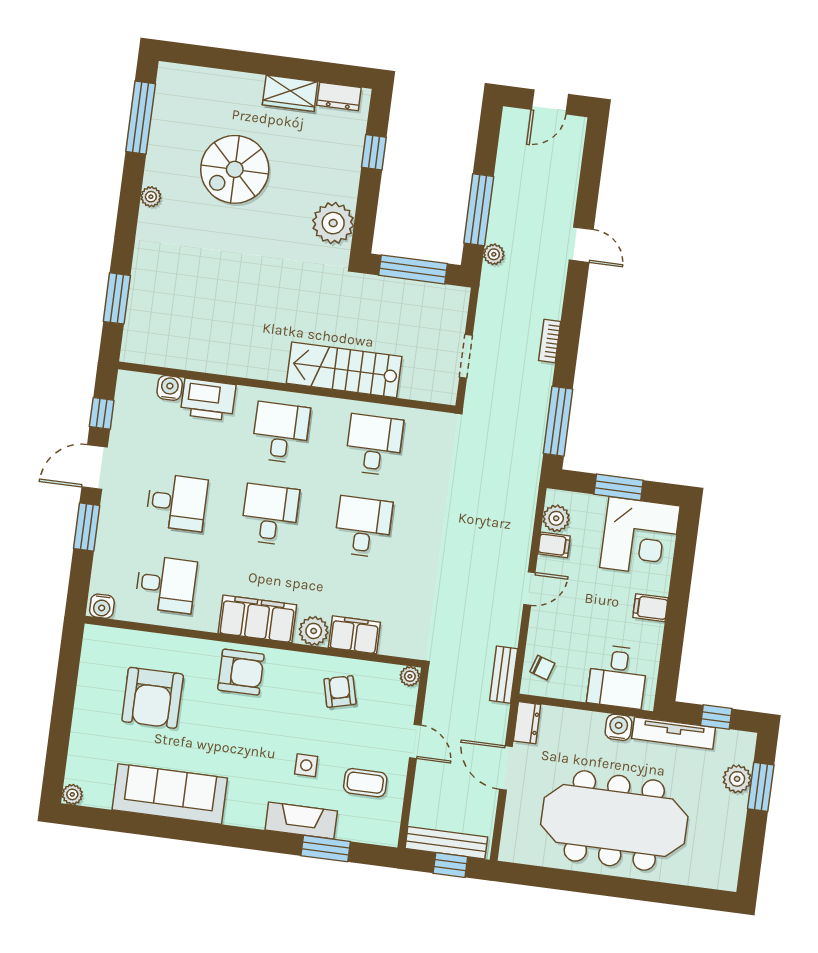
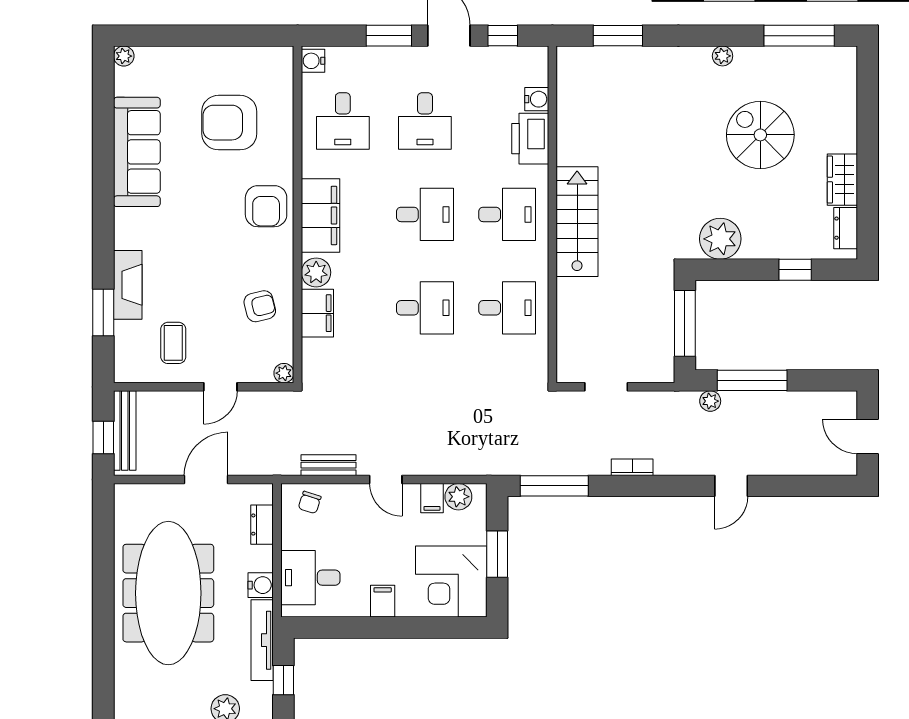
stairs: (344, 370) -> (577, 222), moved
bench: (504, 675) -> (329, 465), moved
dresser: (527, 723) -> (262, 525), moved, turned 90
side table: (306, 765) -> (183, 283), removed

